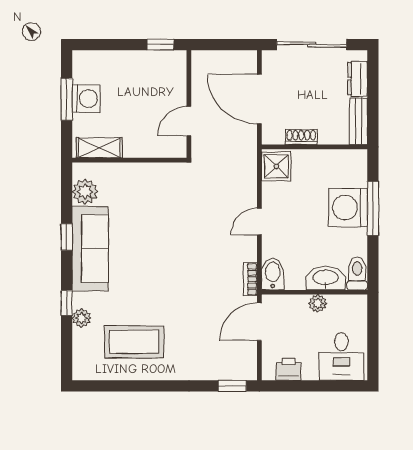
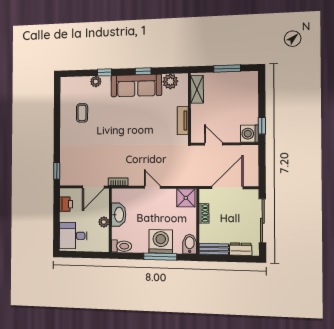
washing machine: (86, 99) -> (250, 134), moved, turned 90
tv unit: (150, 171) -> (183, 121), added
bidet: (273, 274) -> (190, 244), moved, turned -90
washbasin: (326, 278) -> (119, 215), moved
door: (259, 322) -> (93, 187), swing flipped
coffee table: (134, 342) -> (82, 113), width x0.54, depth x0.58

